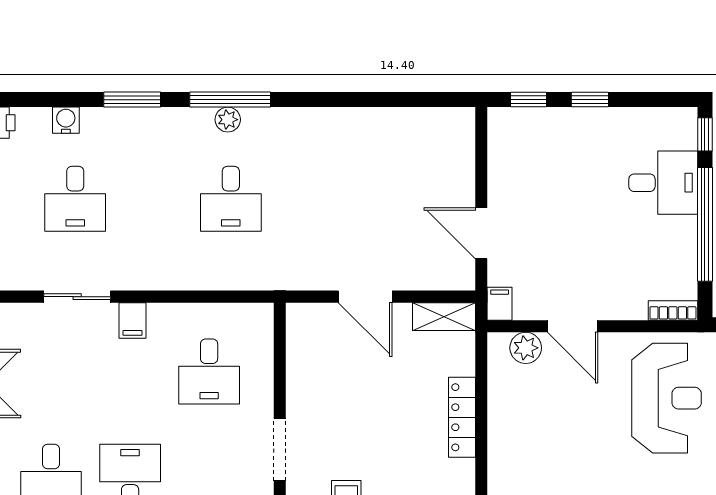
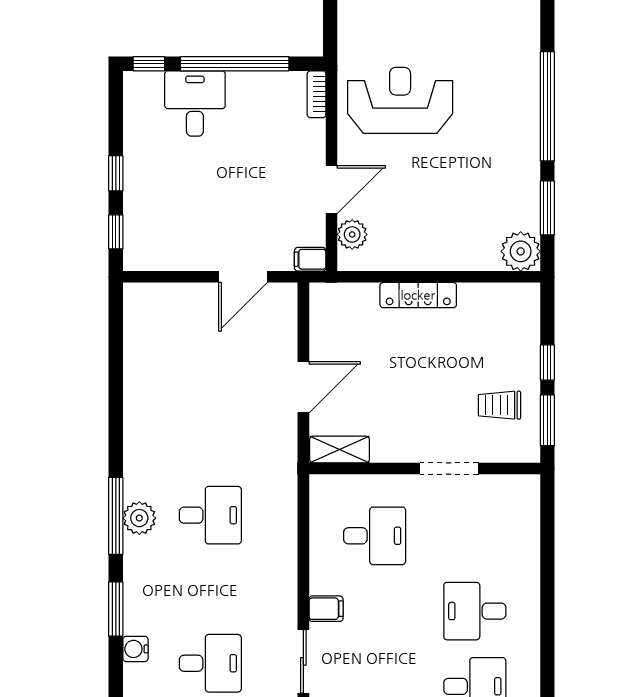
water cooler: (66, 120) -> (135, 649), moved
plant: (228, 120) -> (139, 518), width x1.38, depth x1.38
shelving: (444, 317) -> (340, 450), moved, turned 90

